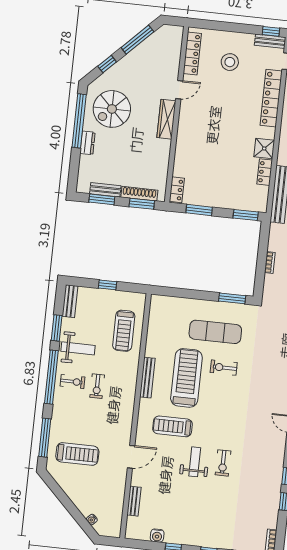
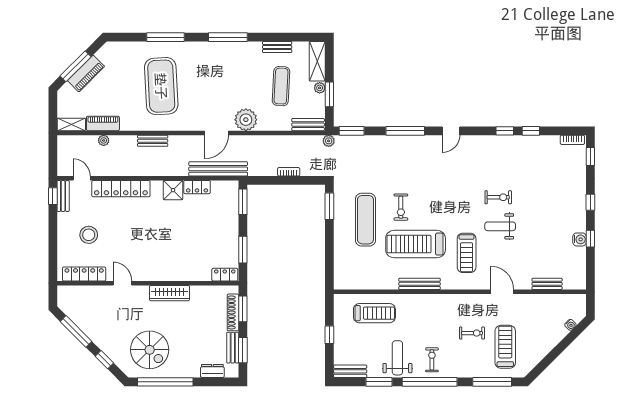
wardrobe: (166, 119) -> (169, 293), moved
dresser: (87, 143) -> (212, 371), moved
exercise bike: (97, 386) -> (472, 333), moved
water cooler: (157, 536) -> (580, 239), moved

